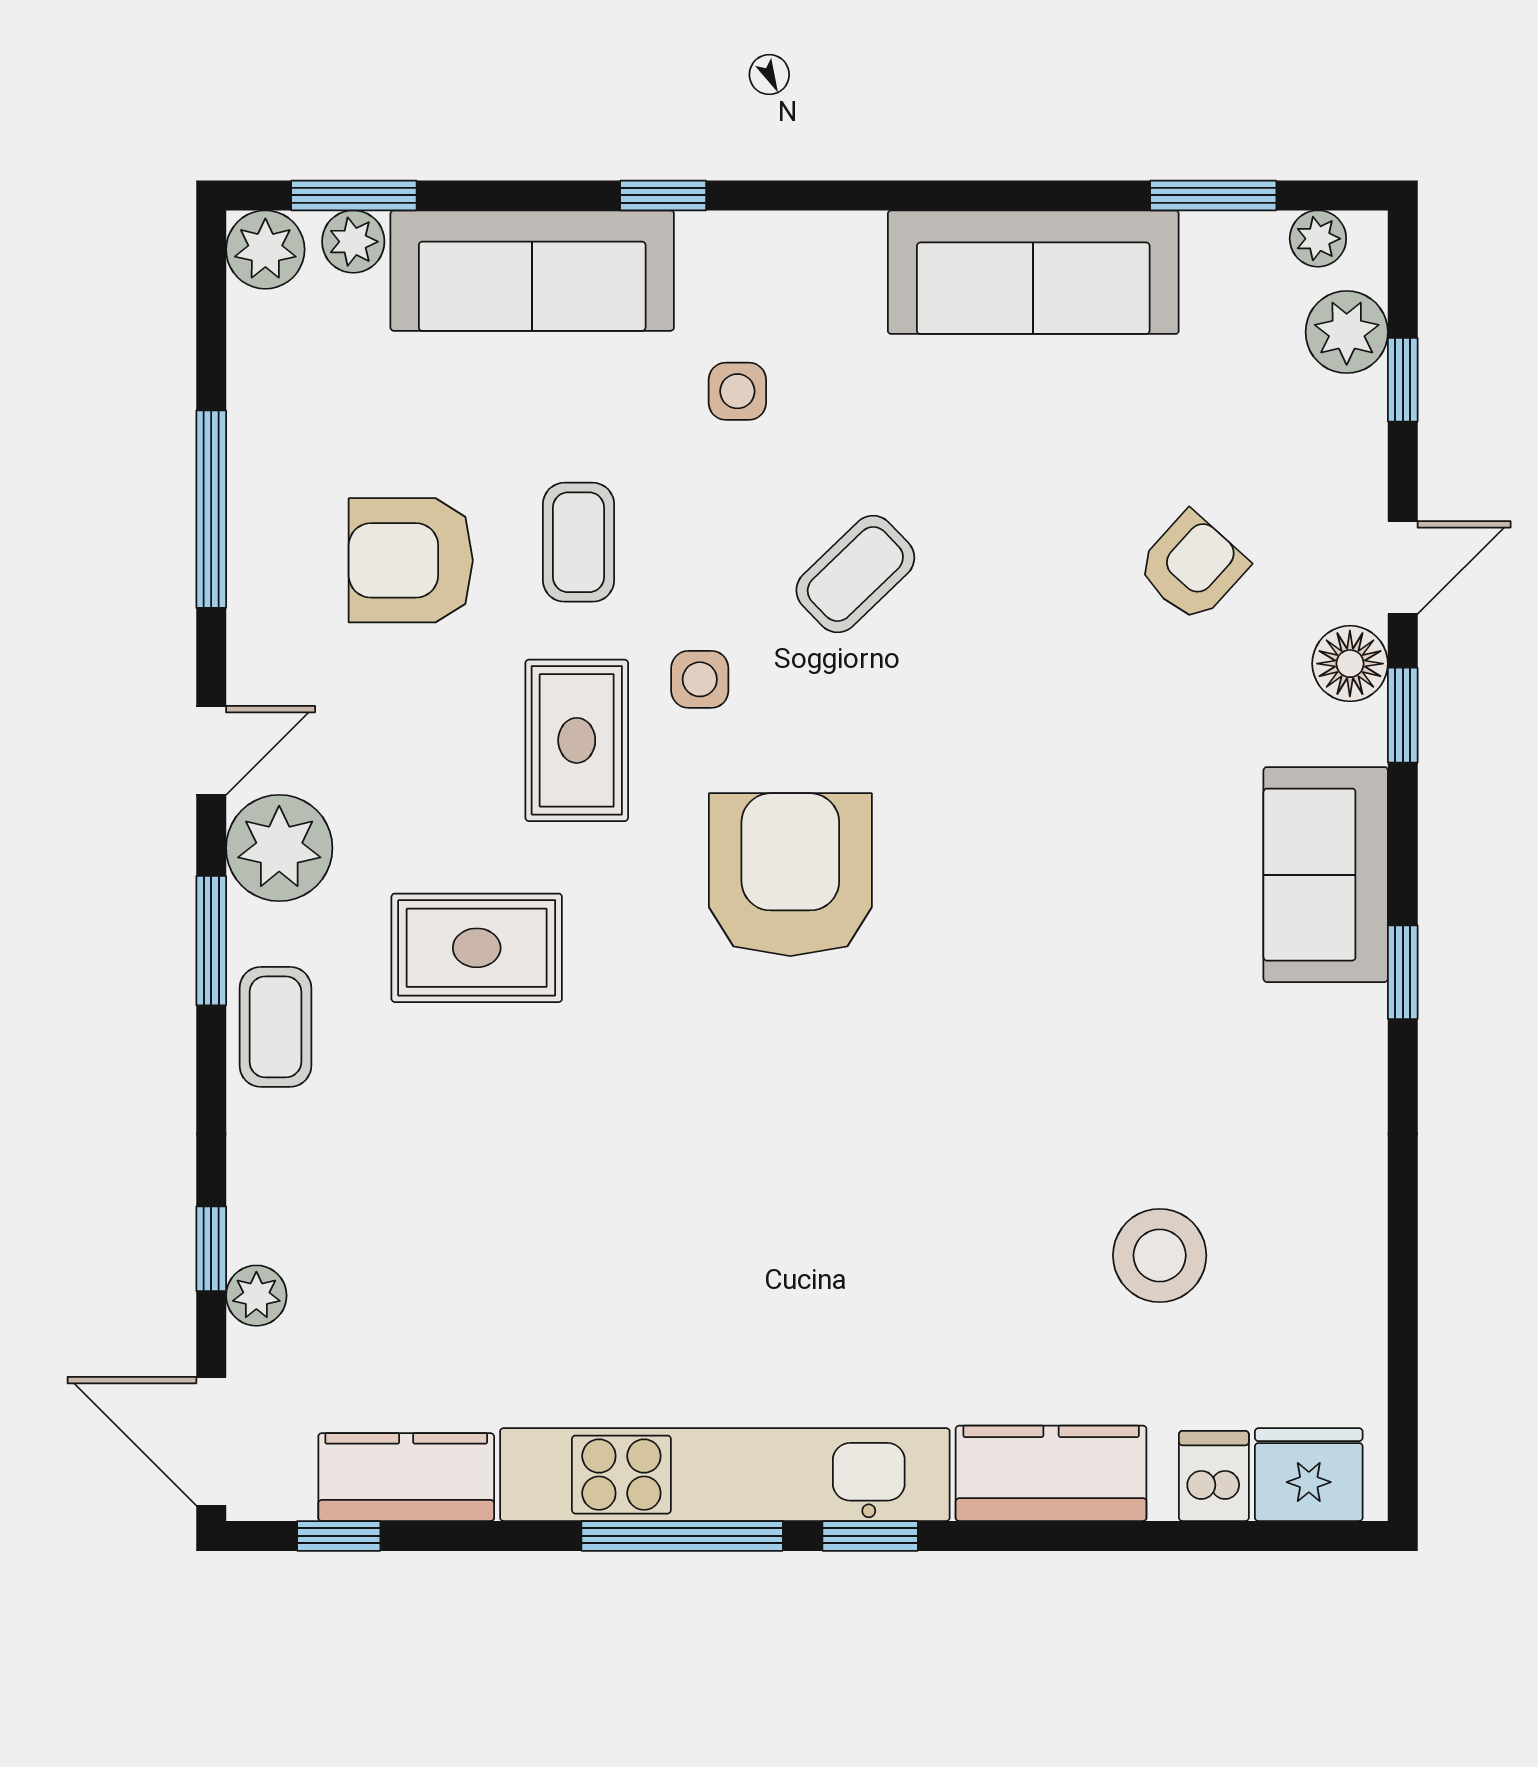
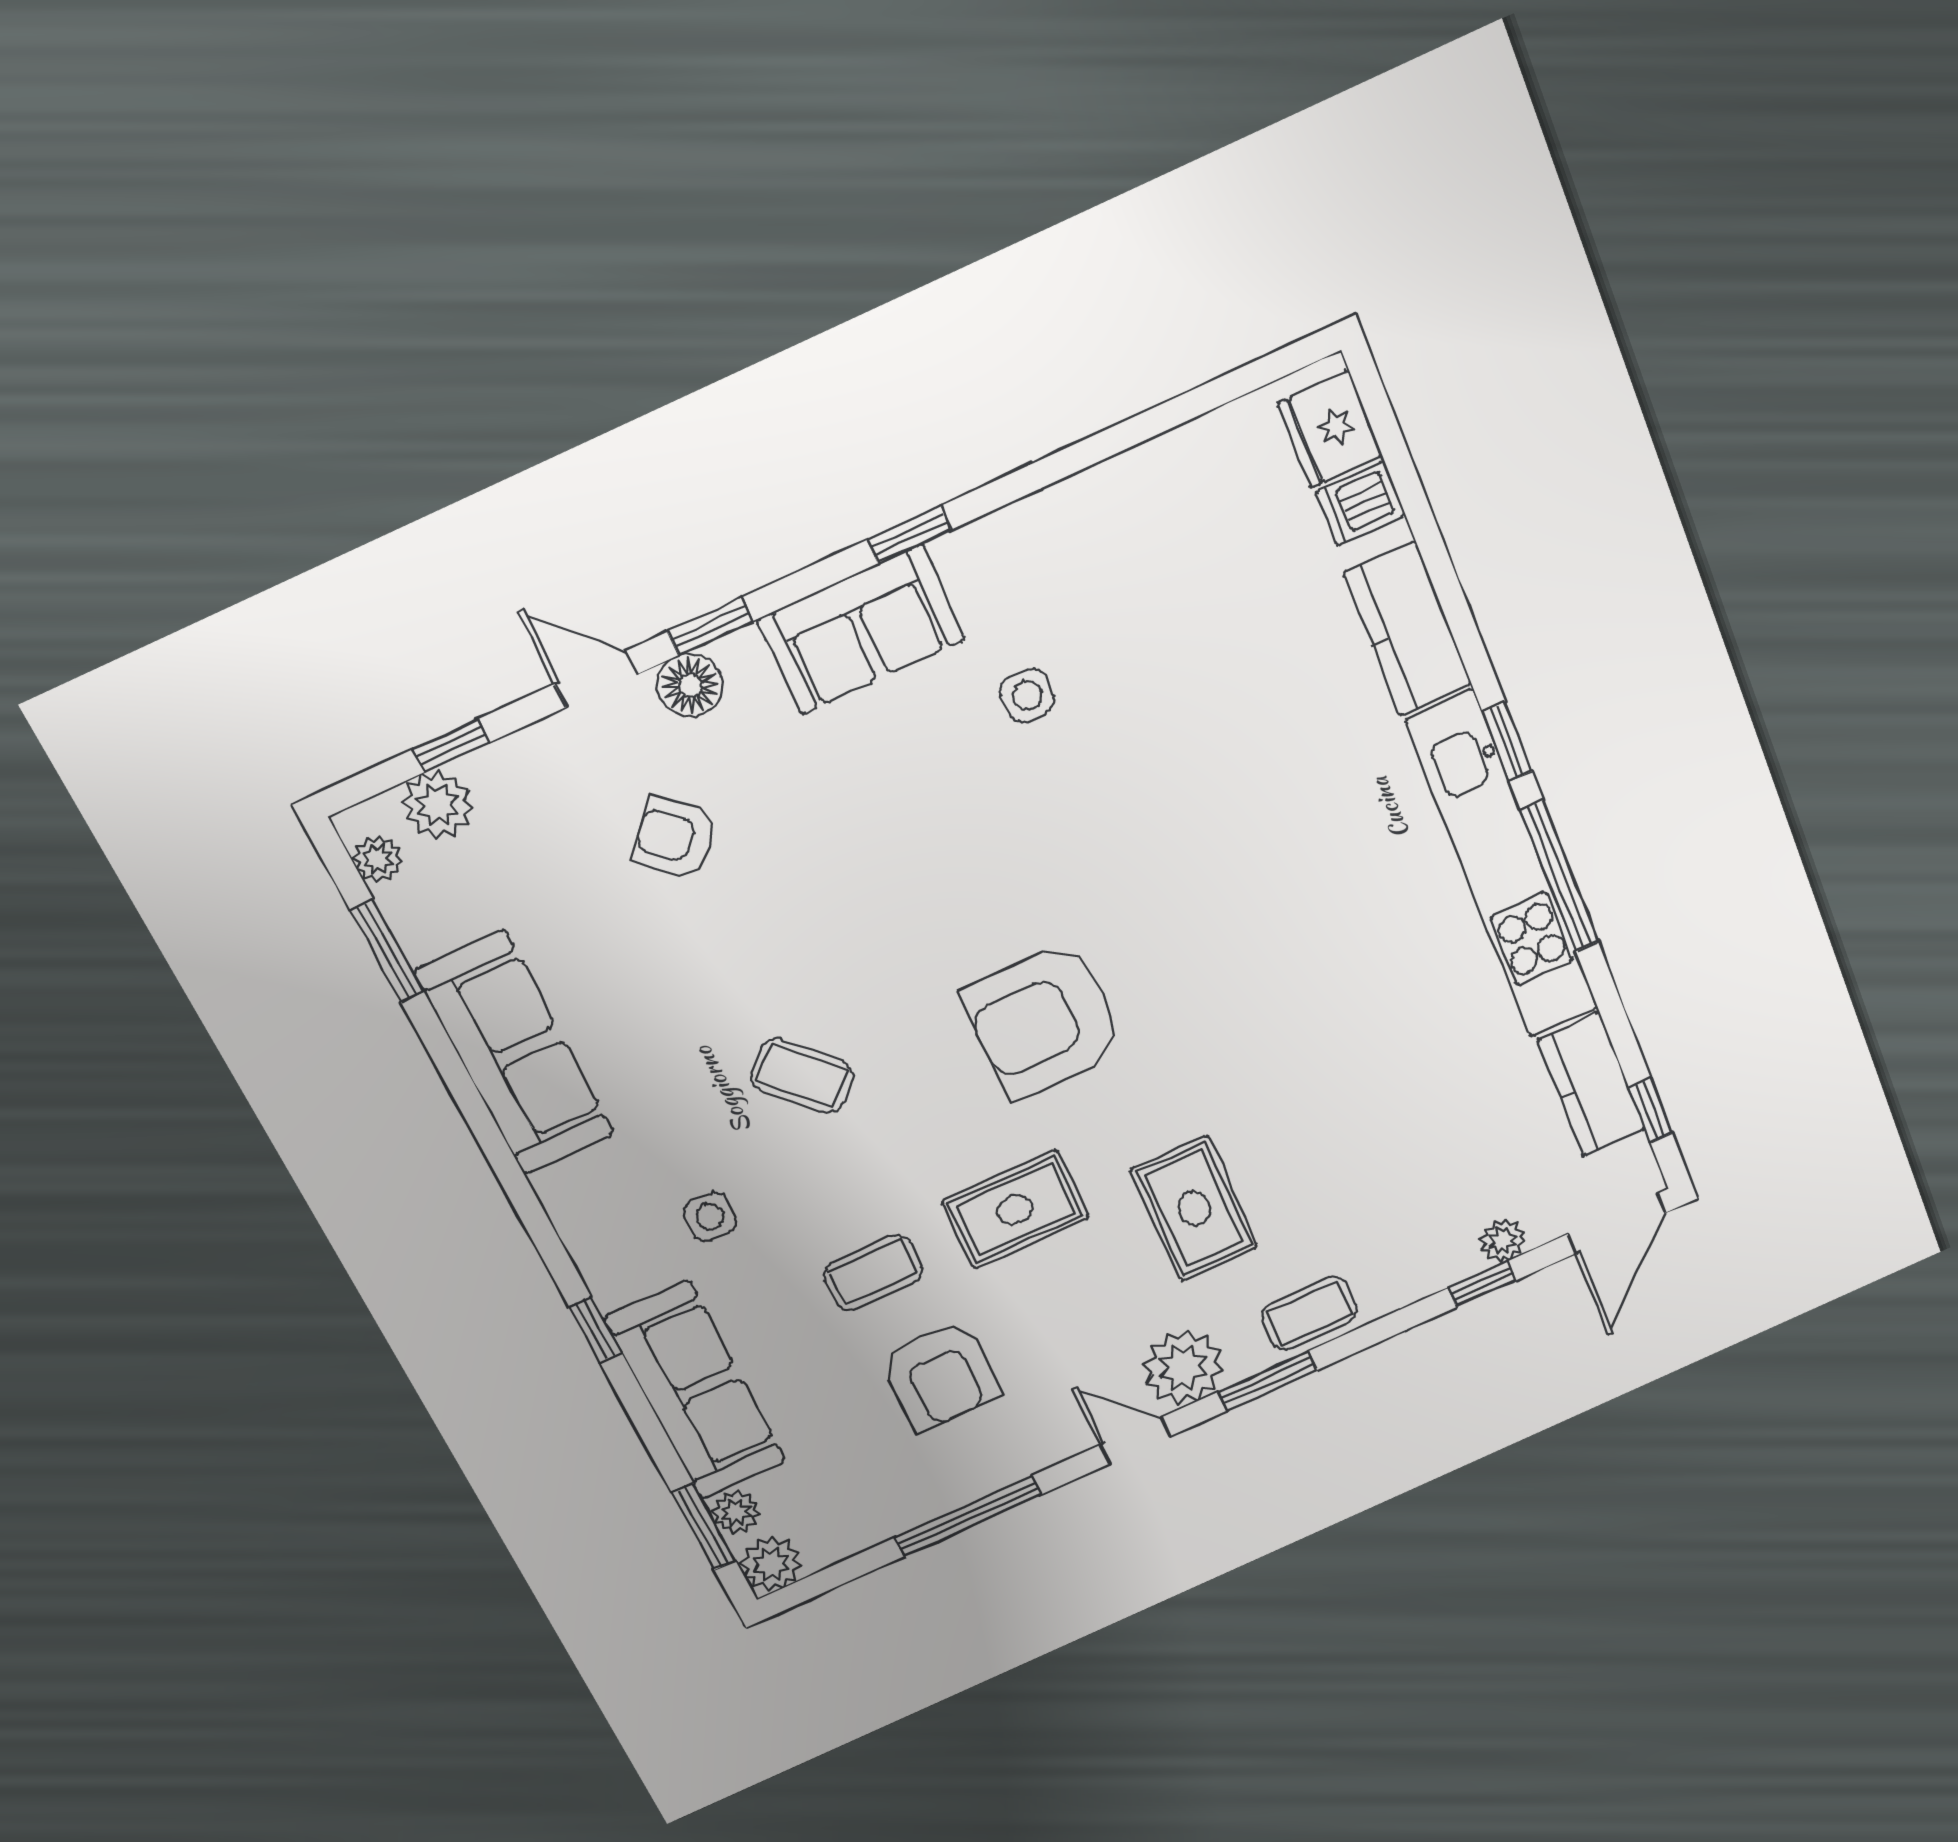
side table: (700, 679) -> (1027, 695), moved
stool: (1160, 1255) -> (1209, 623), removed

